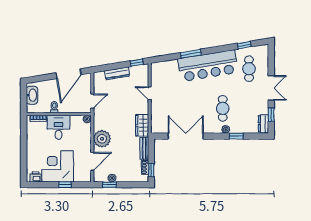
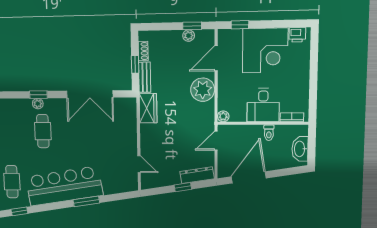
window: (137, 63) -> (183, 187), moved
dresser: (117, 73) -> (197, 175), moved
door: (150, 93) -> (139, 164), moved
window: (236, 136) -> (38, 95), moved
window: (151, 170) -> (135, 64), moved
window: (65, 185) -> (240, 25), moved

